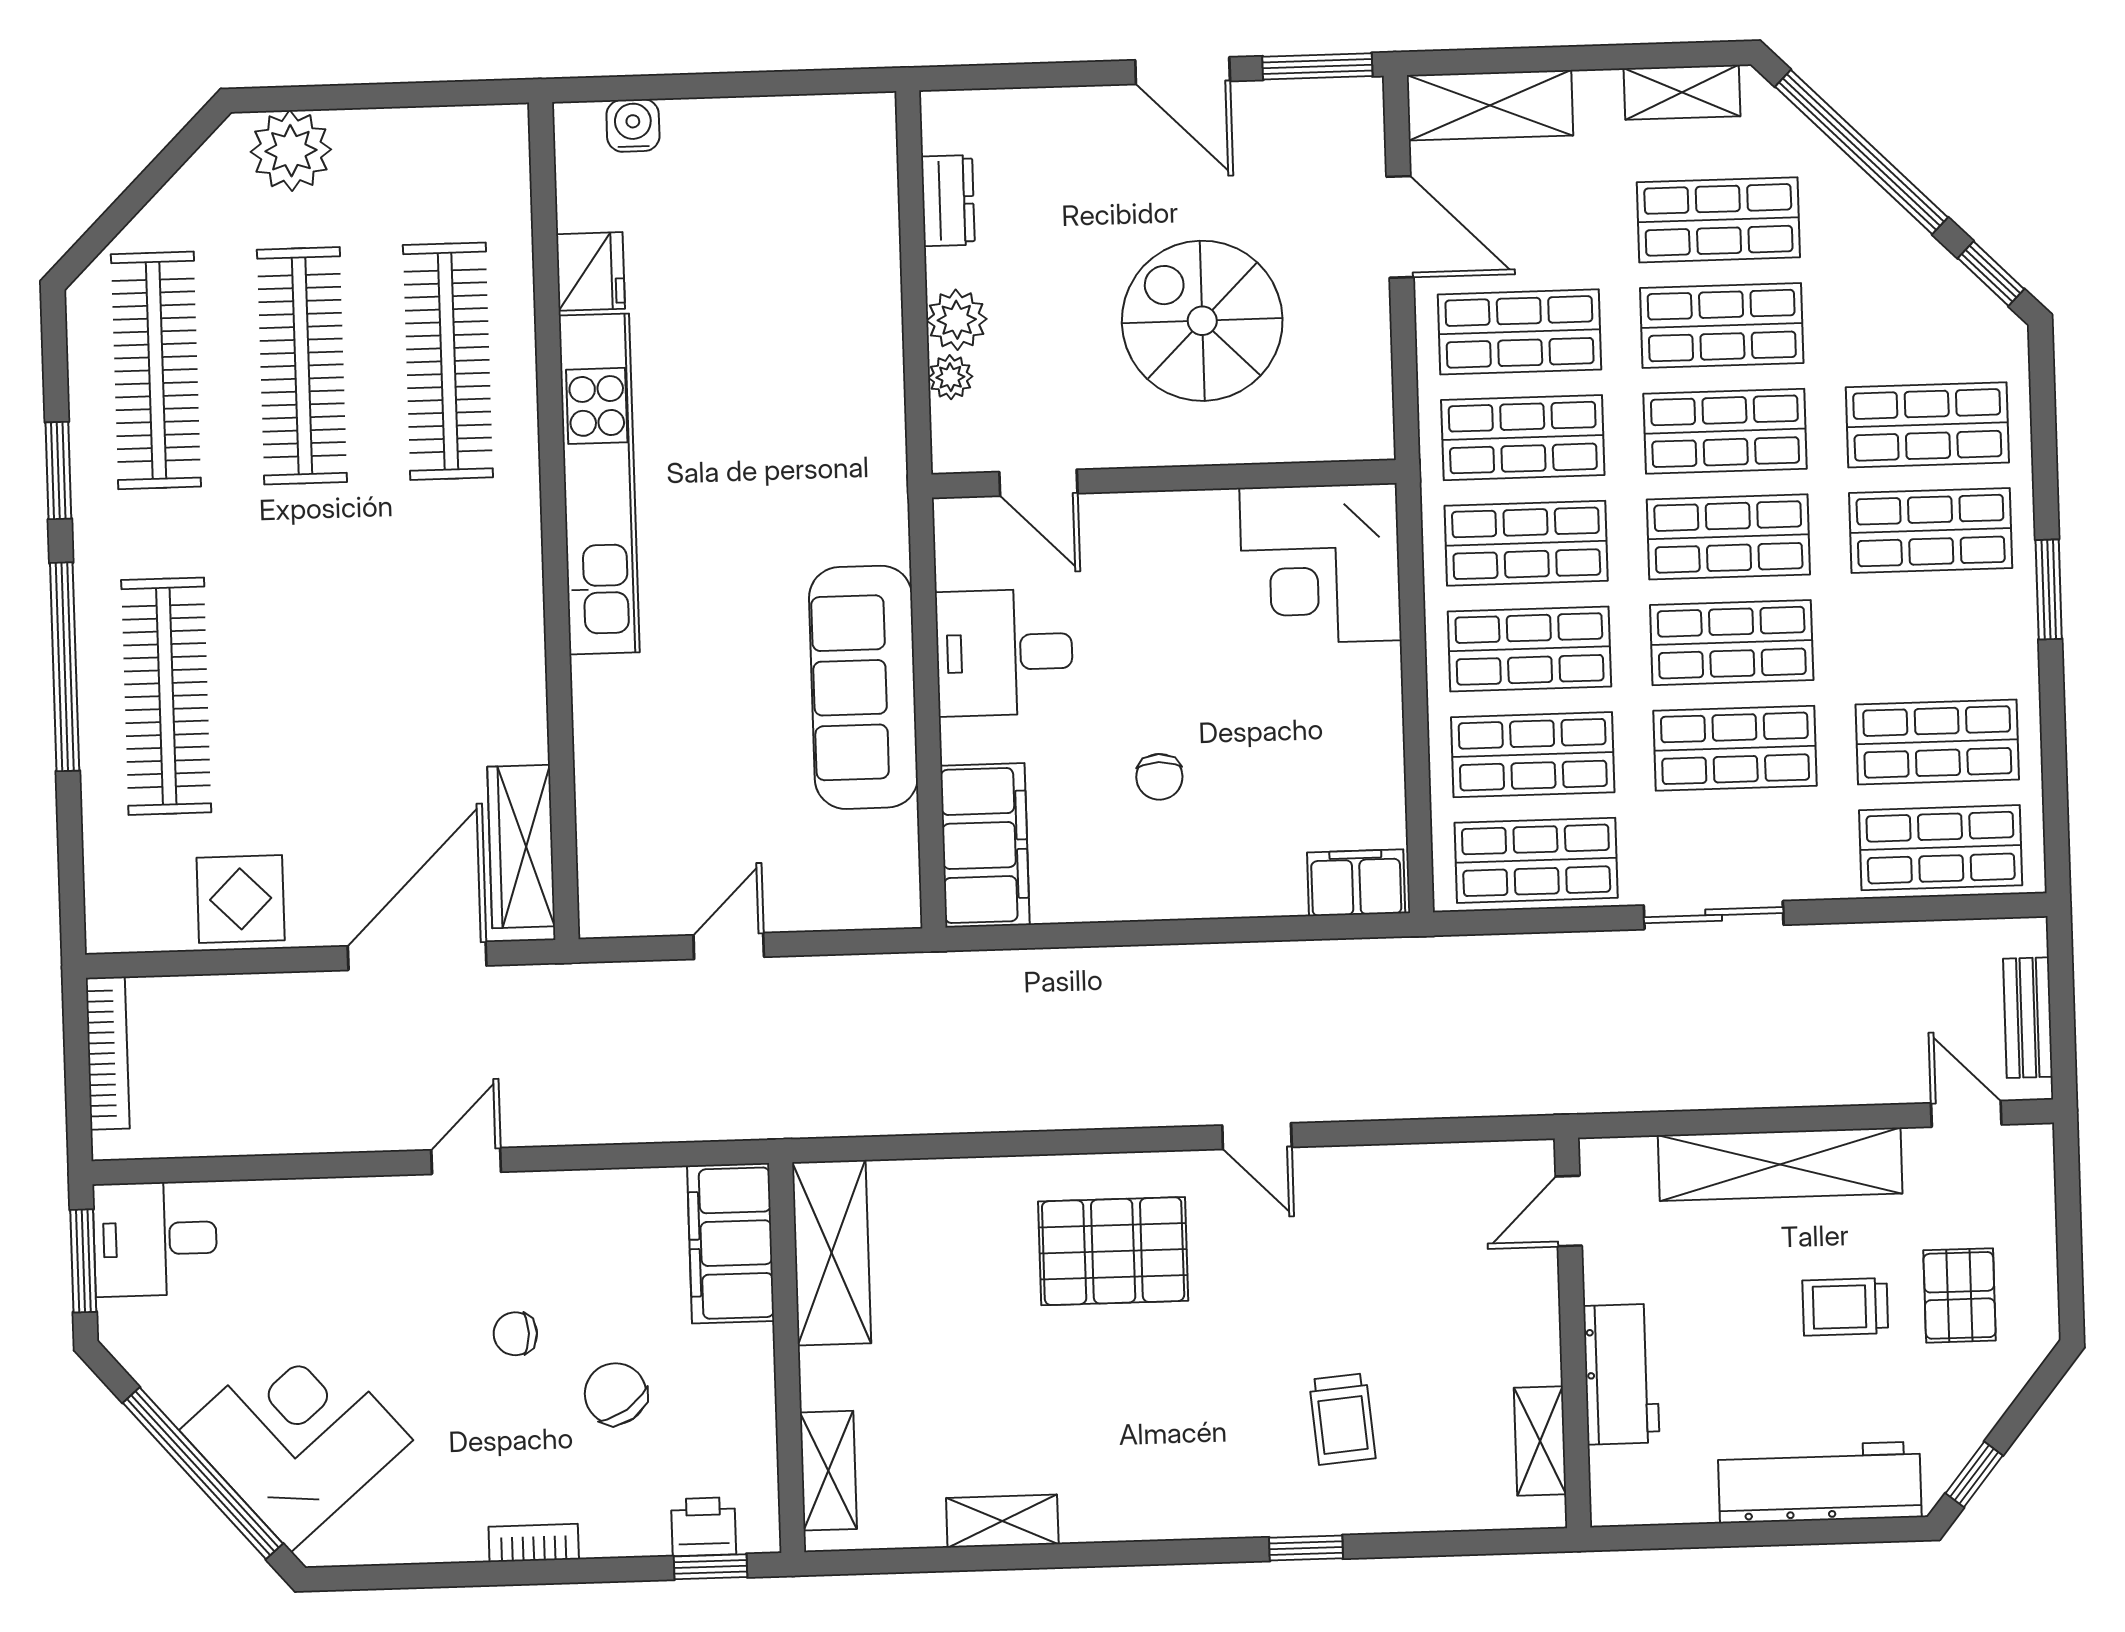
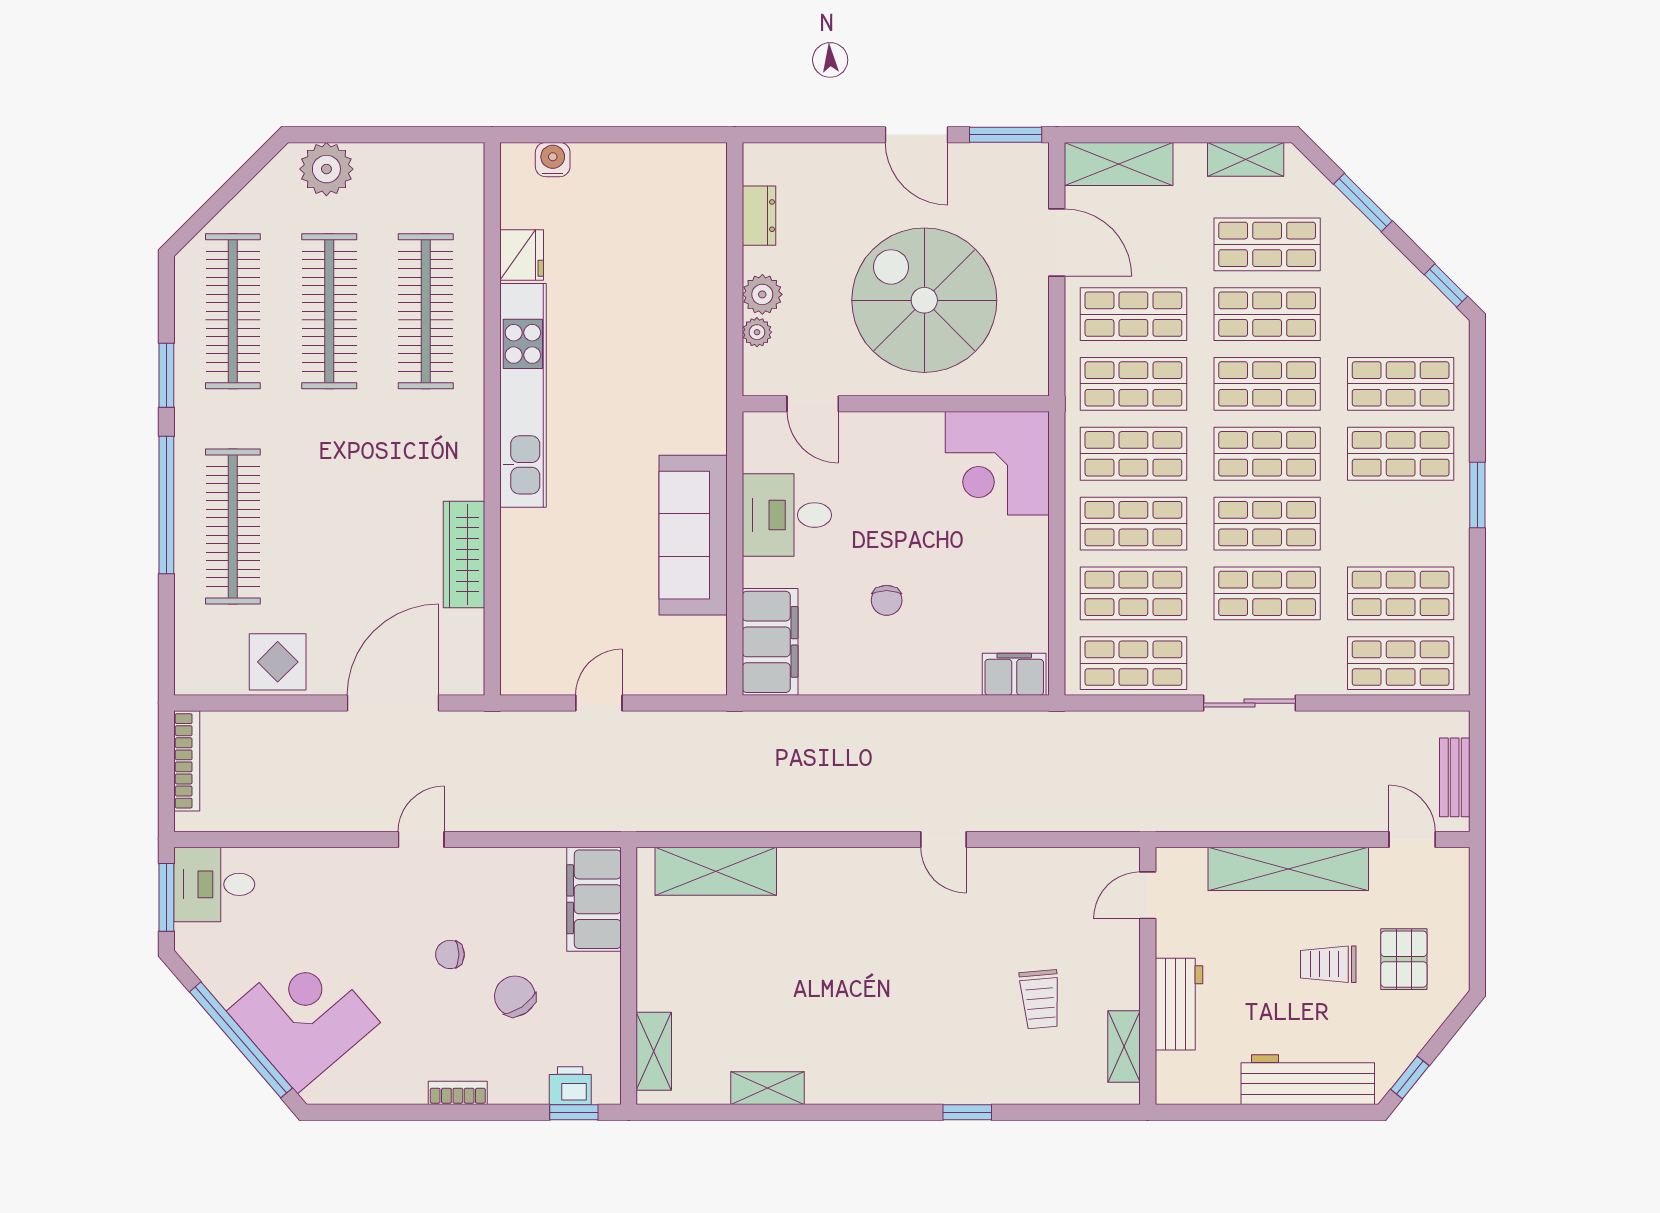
window: (1862, 152) -> (1363, 203), width x0.47
spiral stairs: (1202, 321) -> (924, 300), width x1.37, depth x1.37
wardrobe: (521, 847) -> (464, 555), moved
pallet: (1113, 1251) -> (846, 912), removed
shelving: (832, 1253) -> (716, 871), moved, turned 90
trolley: (1342, 1419) -> (1040, 999), moved

